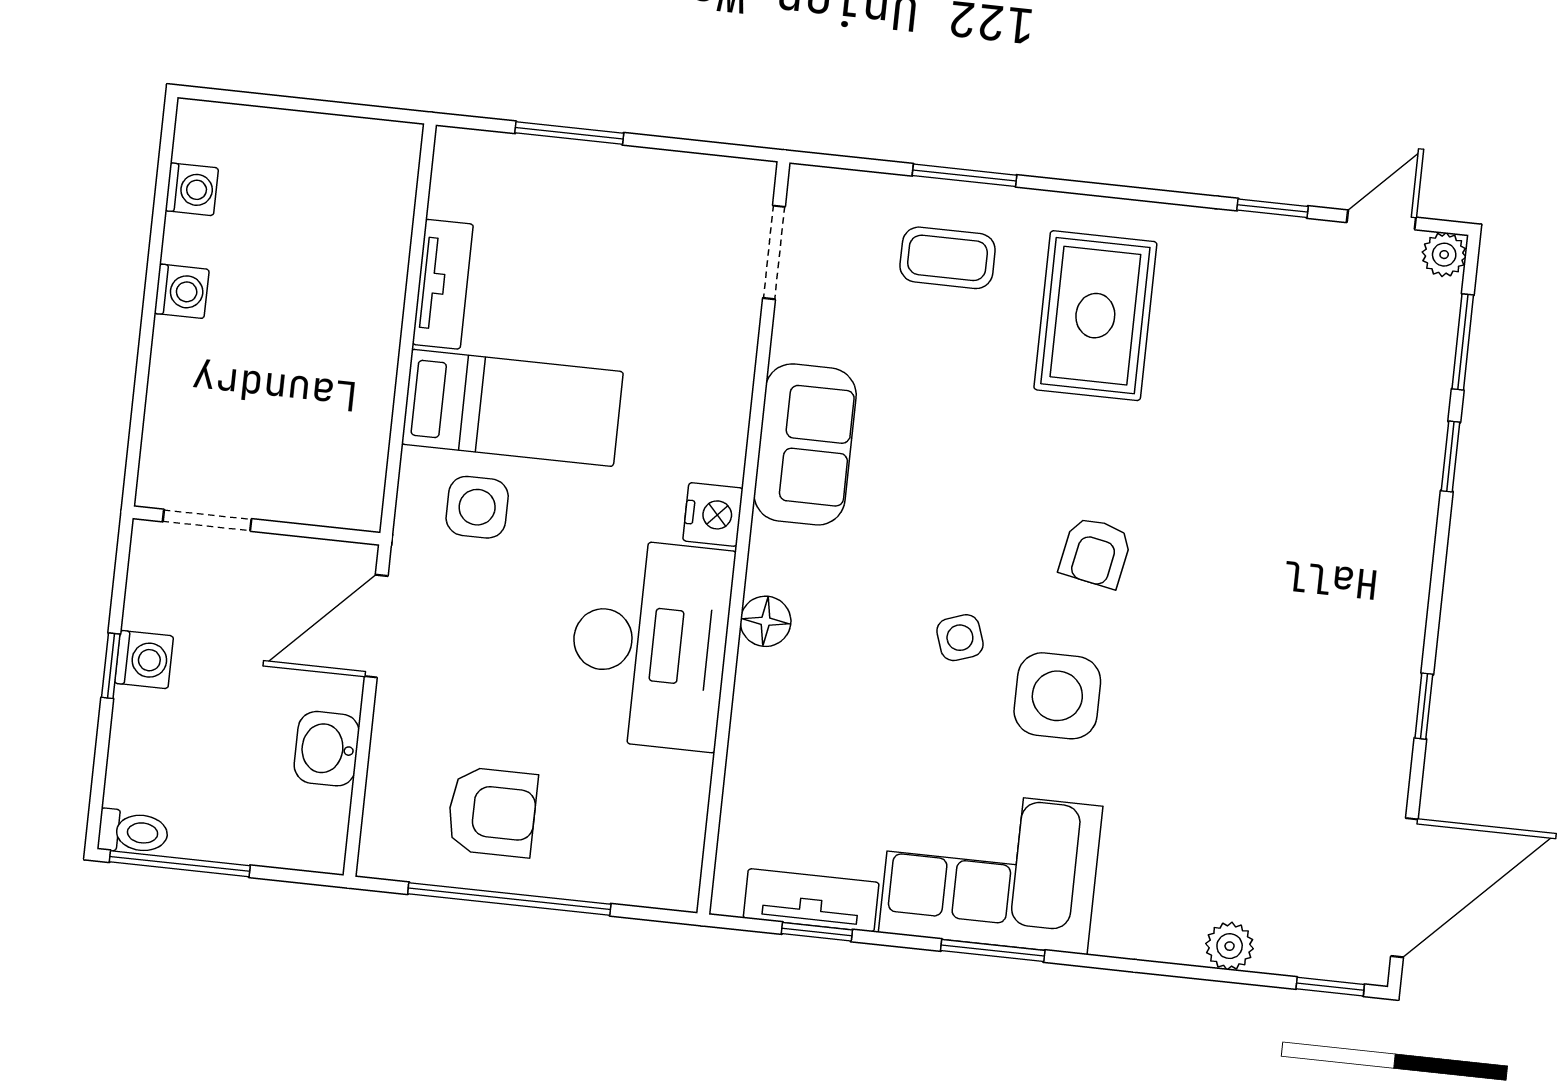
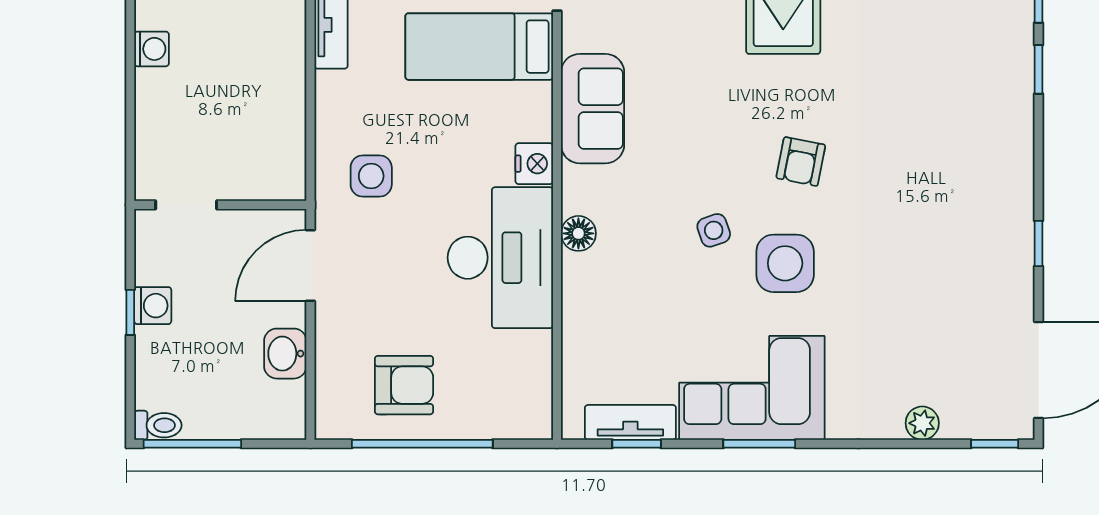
bed: (512, 408) -> (479, 47), moved, turned 180

